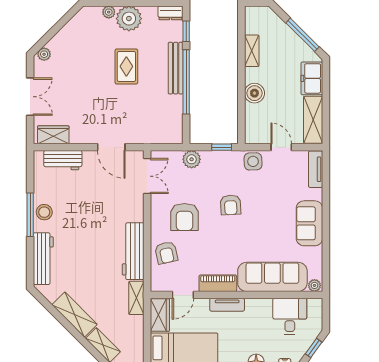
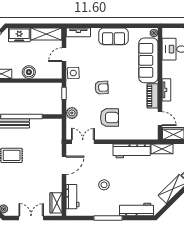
stool: (44, 212) -> (104, 185), moved
armchair: (166, 253) -> (133, 129), removed

